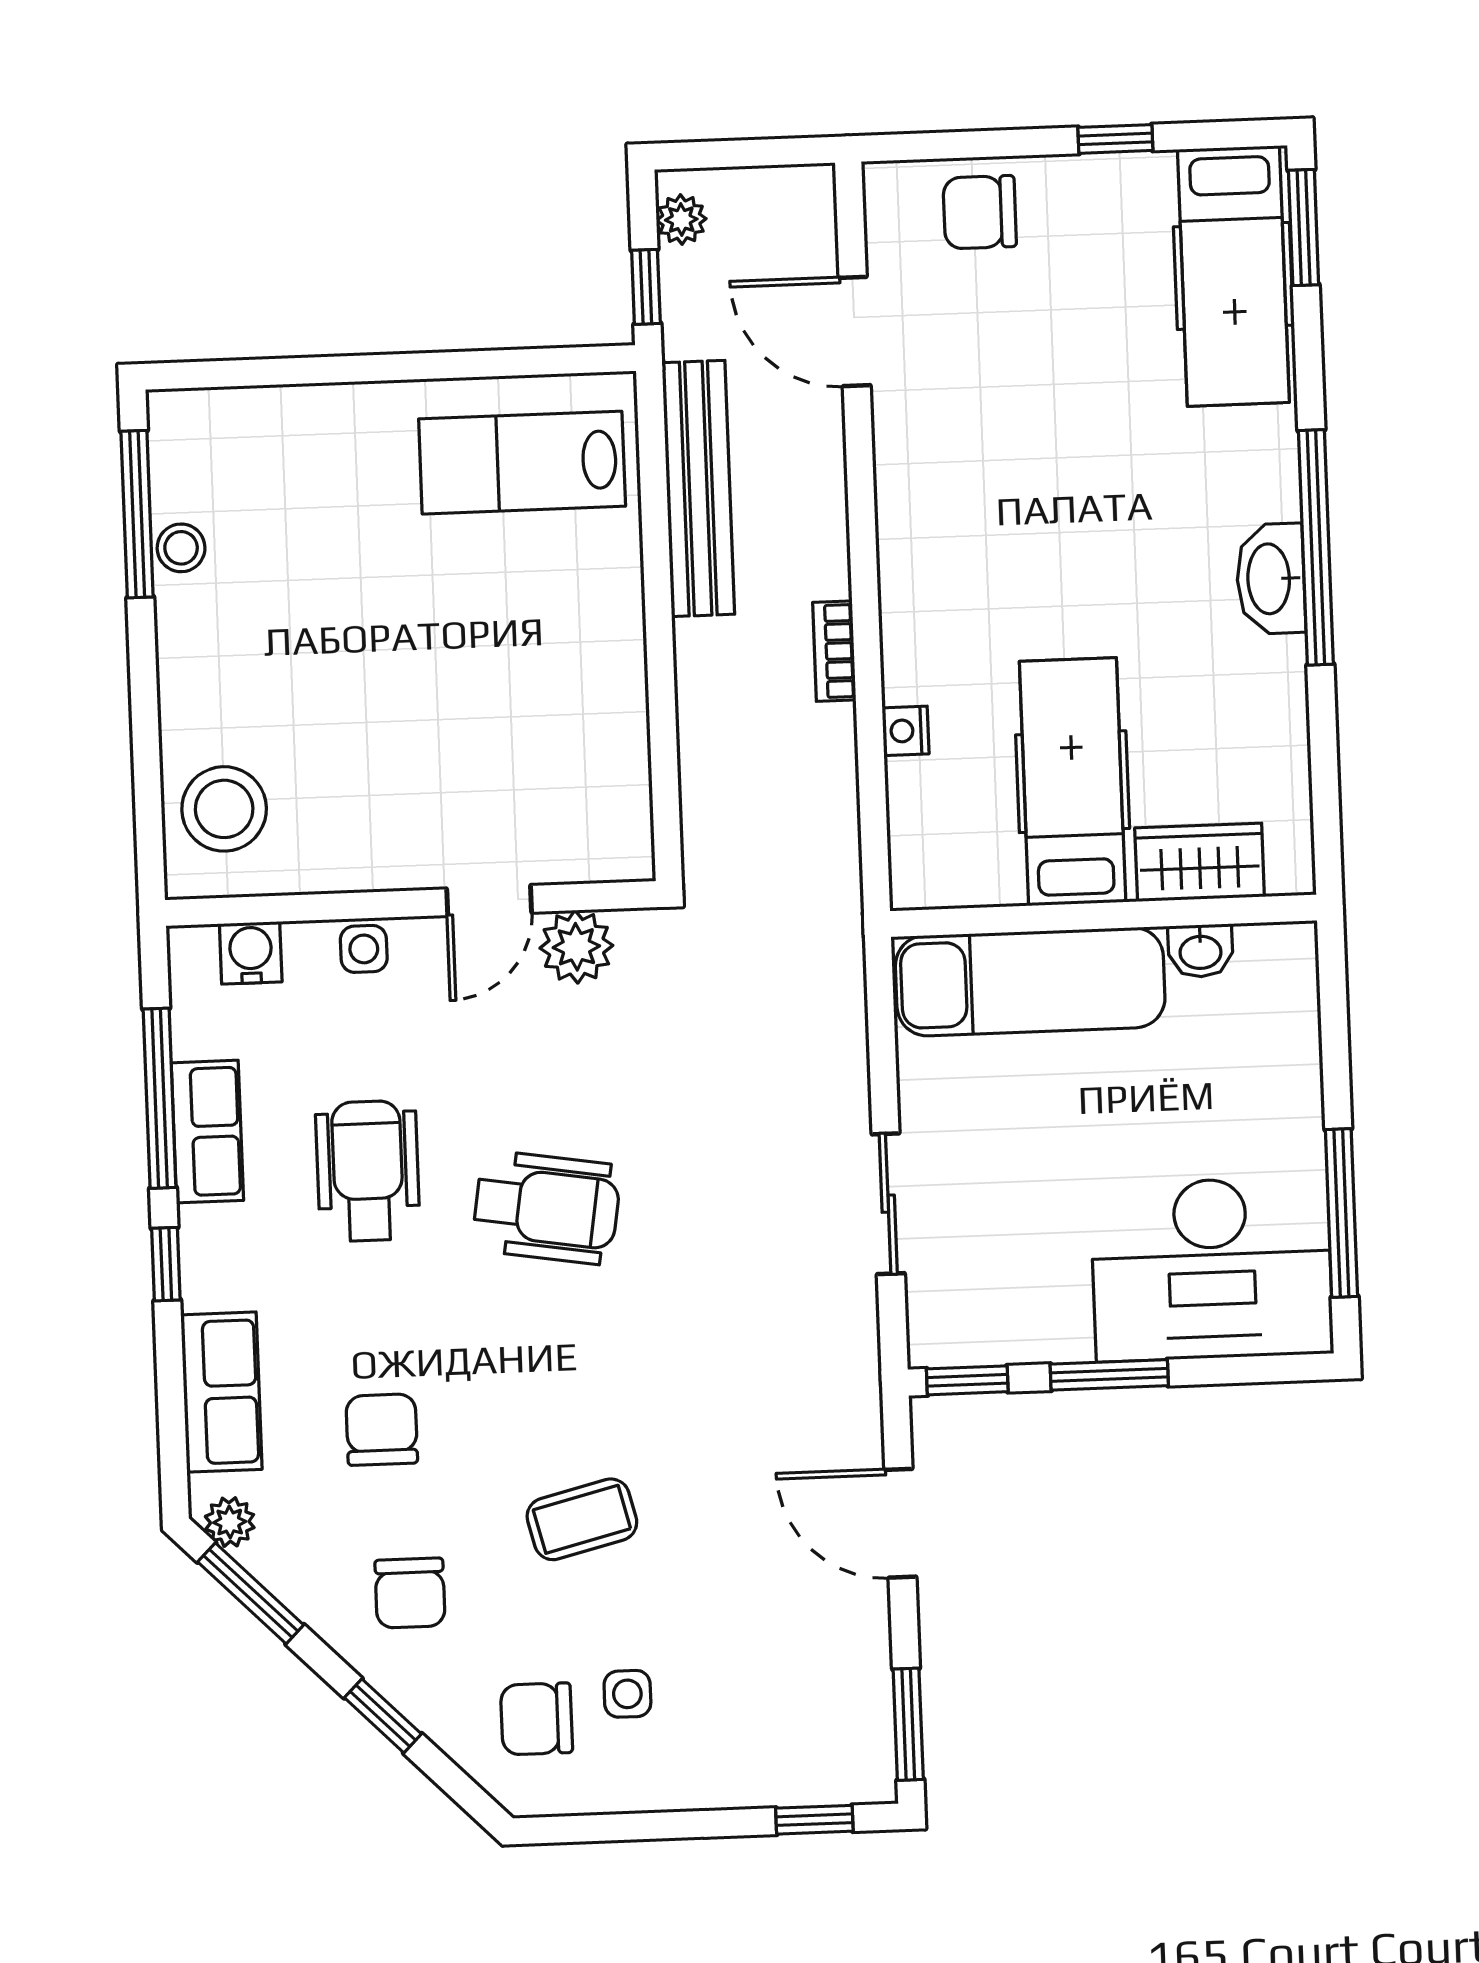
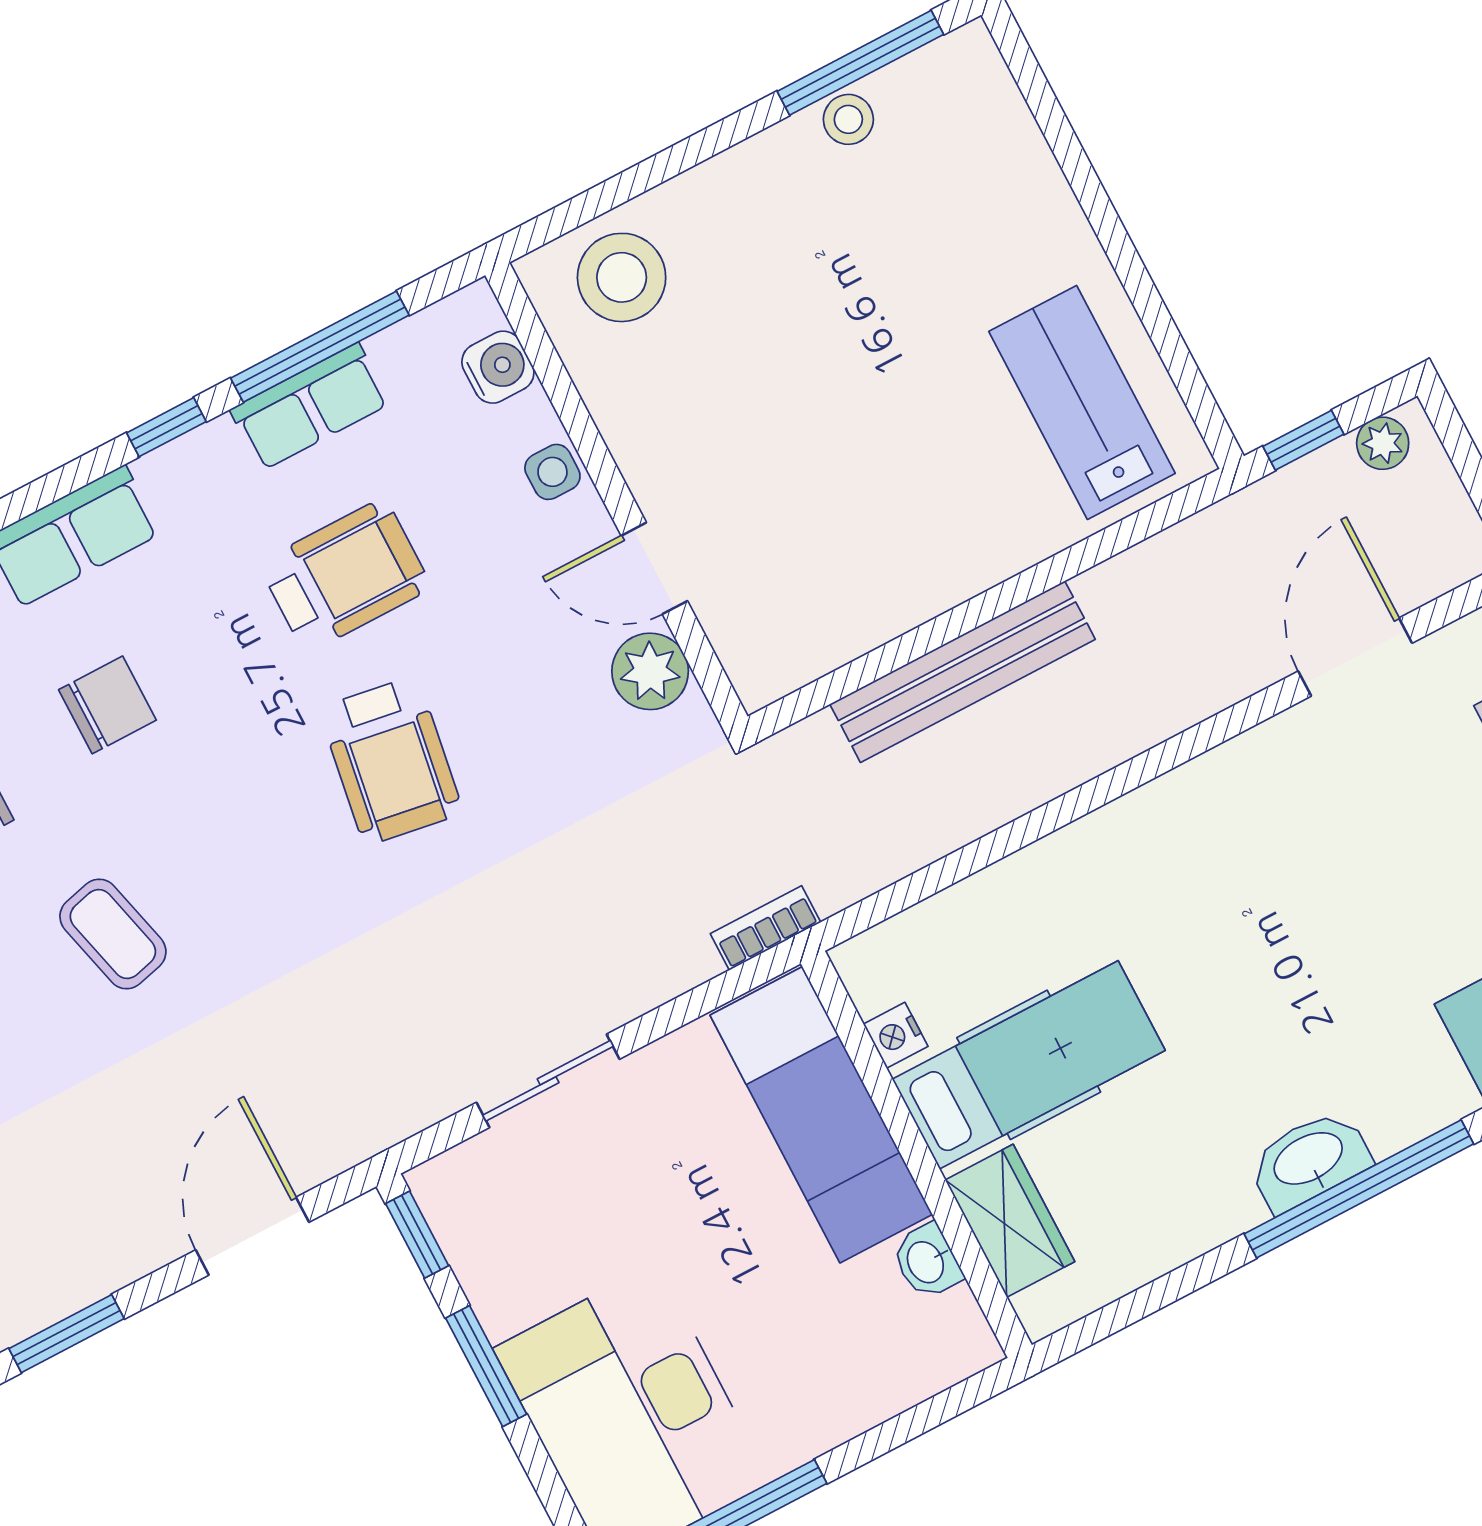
bench: (698, 488) -> (963, 672), moved
bookcase: (834, 651) -> (766, 928), moved
nightstand: (906, 731) -> (896, 1035), moved, turned -90

